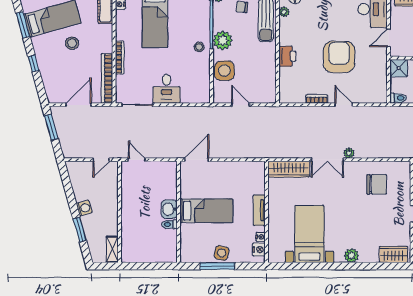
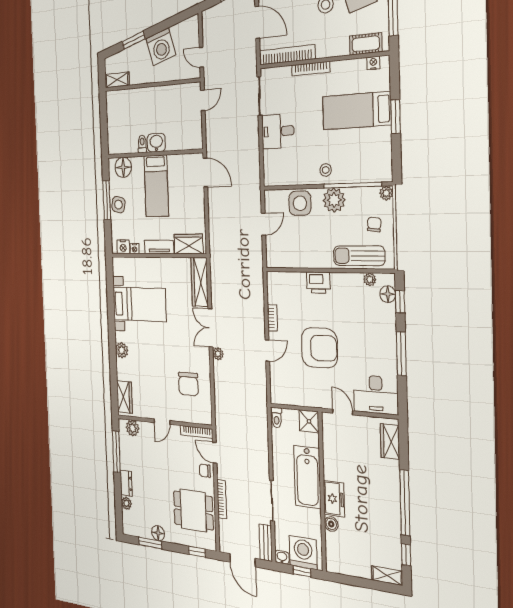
wardrobe: (257, 179) -> (189, 244), added
washing machine: (84, 208) -> (161, 47), width x1.89, depth x1.89
floor lamp: (189, 246) -> (123, 167), added

